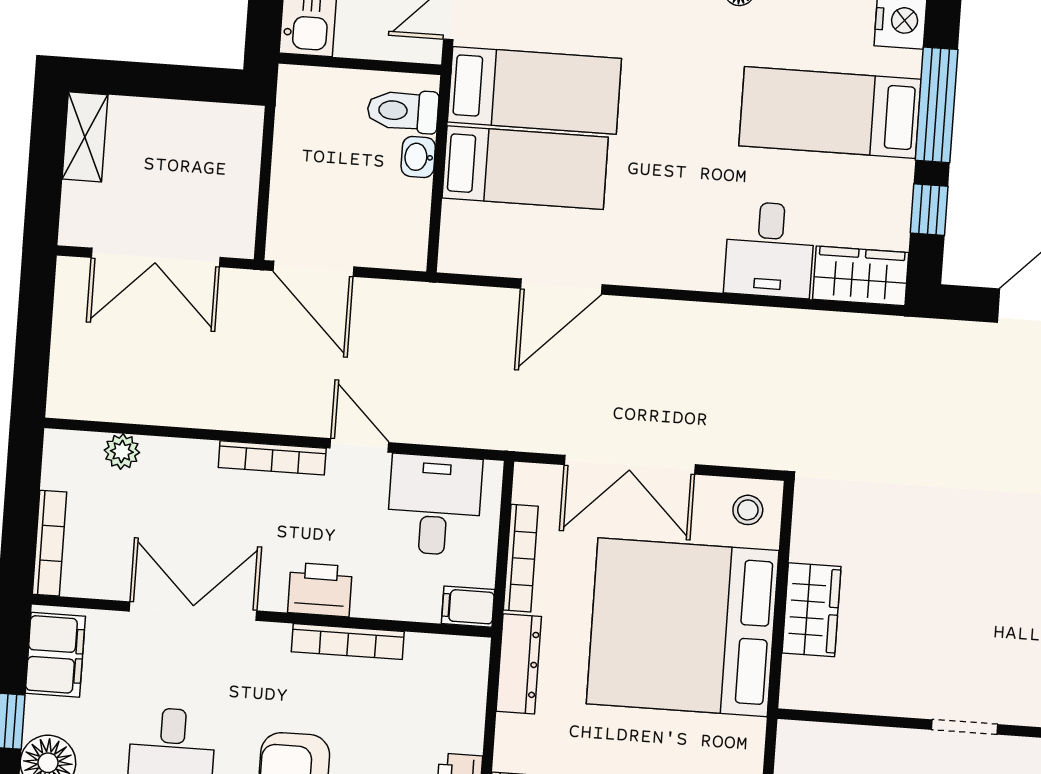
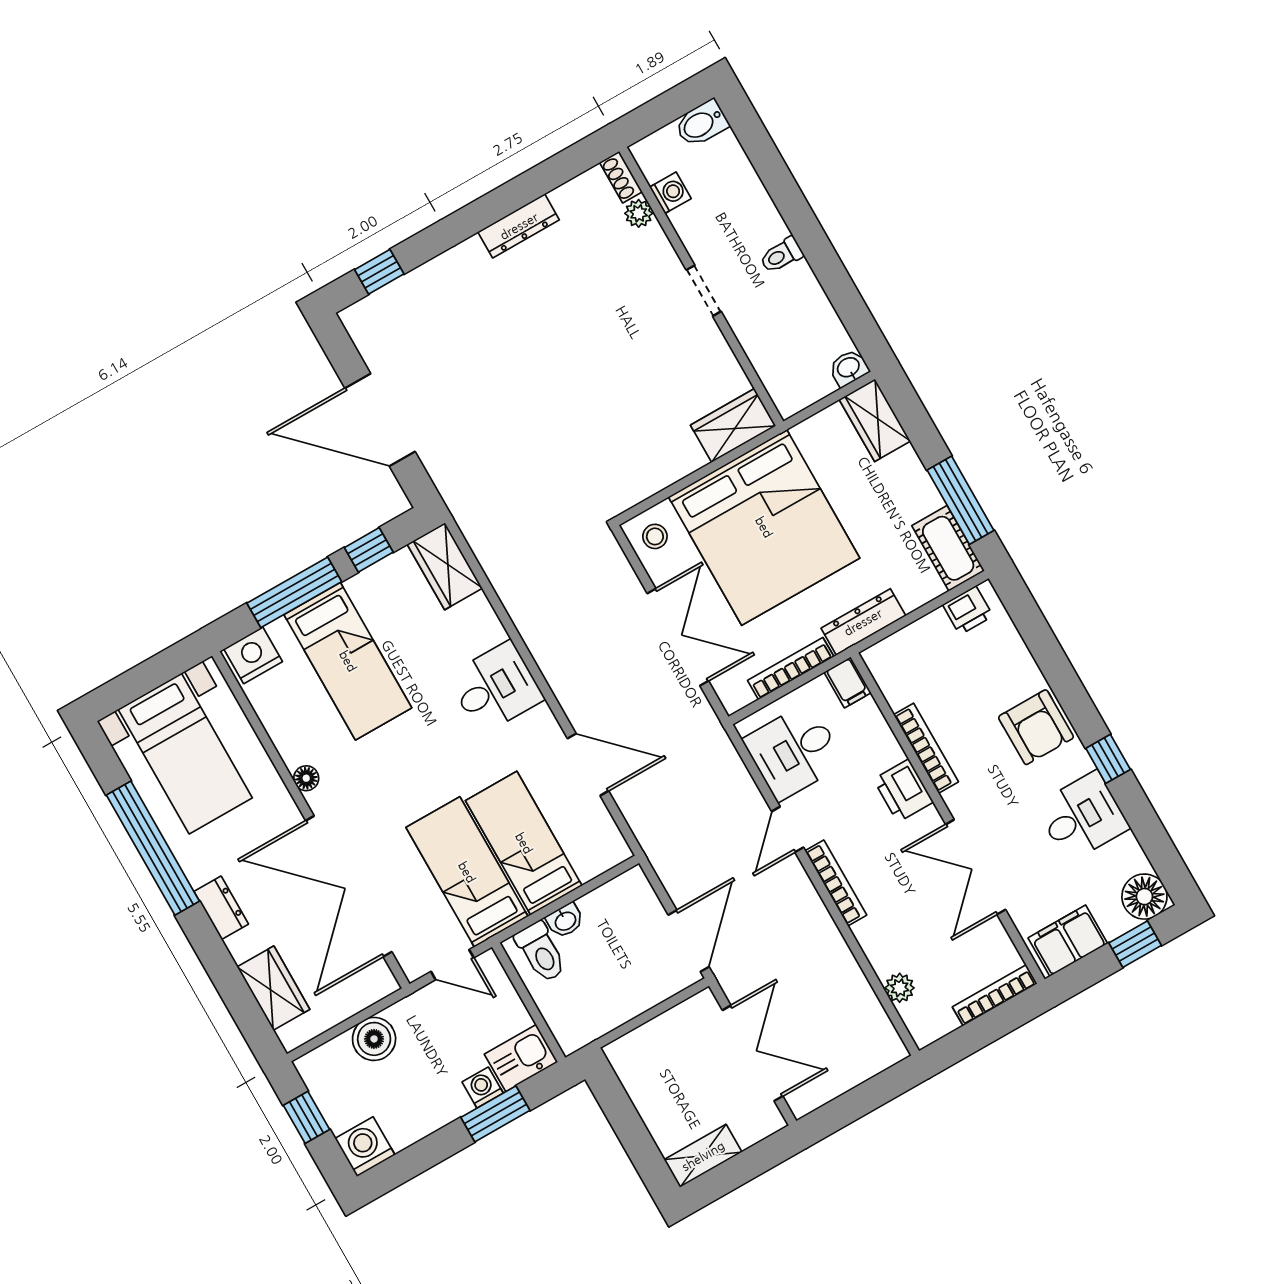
desk: (770, 250) -> (496, 688), moved
wardrobe: (811, 610) -> (733, 425), moved

